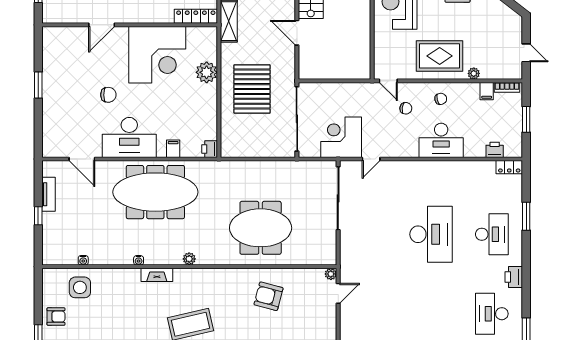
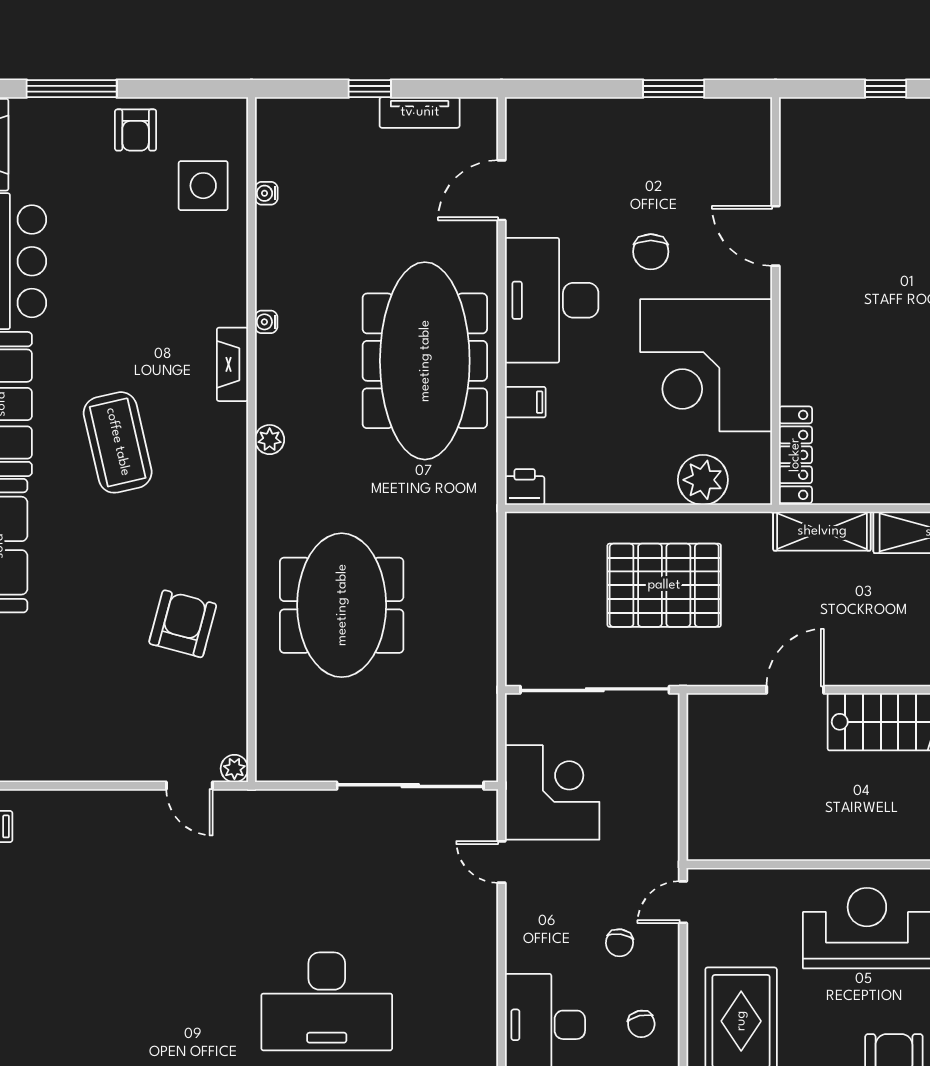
locker: (196, 16) -> (795, 455), moved
door: (102, 25) -> (776, 236), moved
wall: (130, 25) -> (776, 301), moved
corner desk: (157, 55) -> (706, 365), moved

